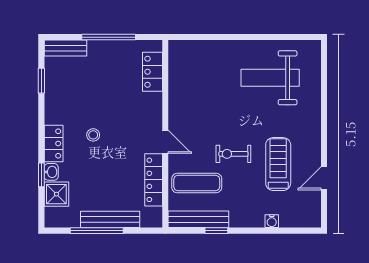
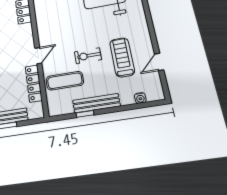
door: (165, 142) -> (38, 56), hinge flipped
bench: (198, 219) -> (96, 103), moved
water cooler: (272, 221) -> (140, 98), moved

